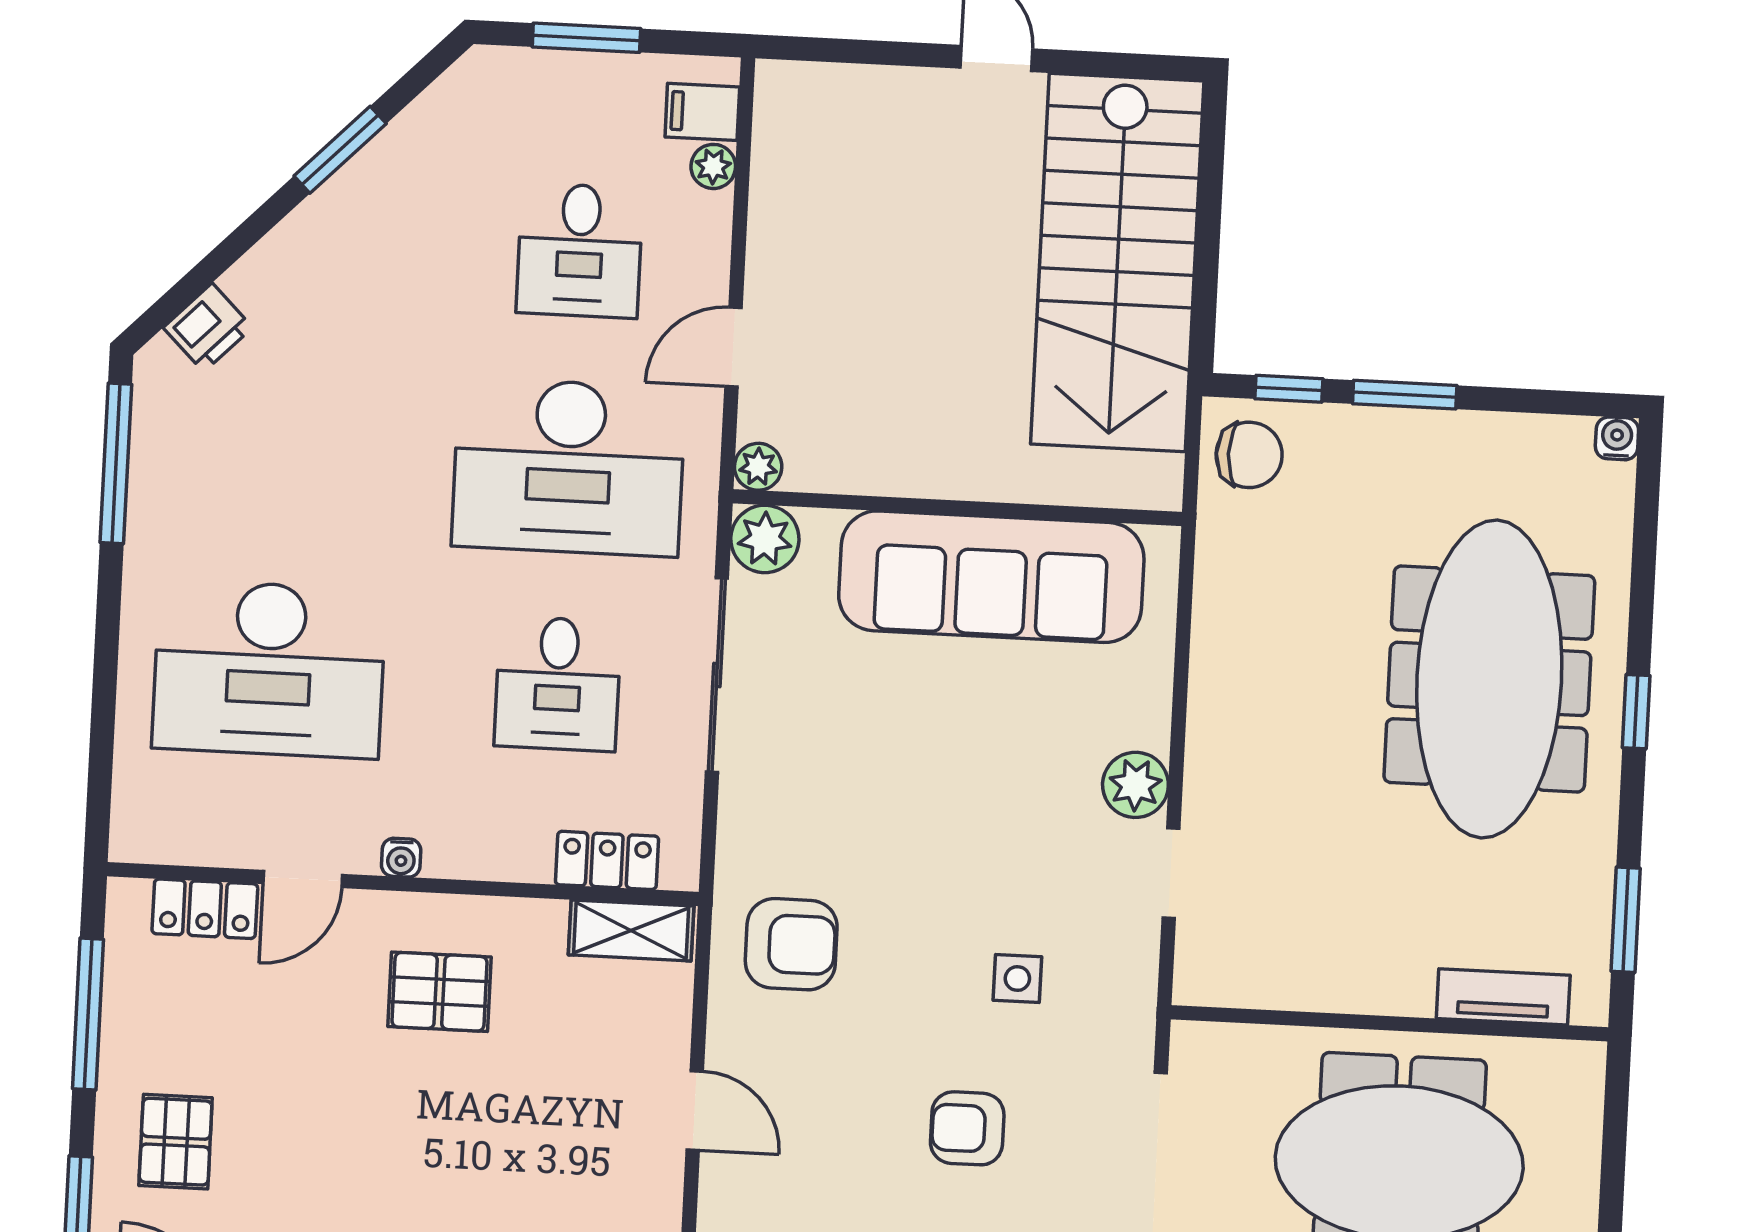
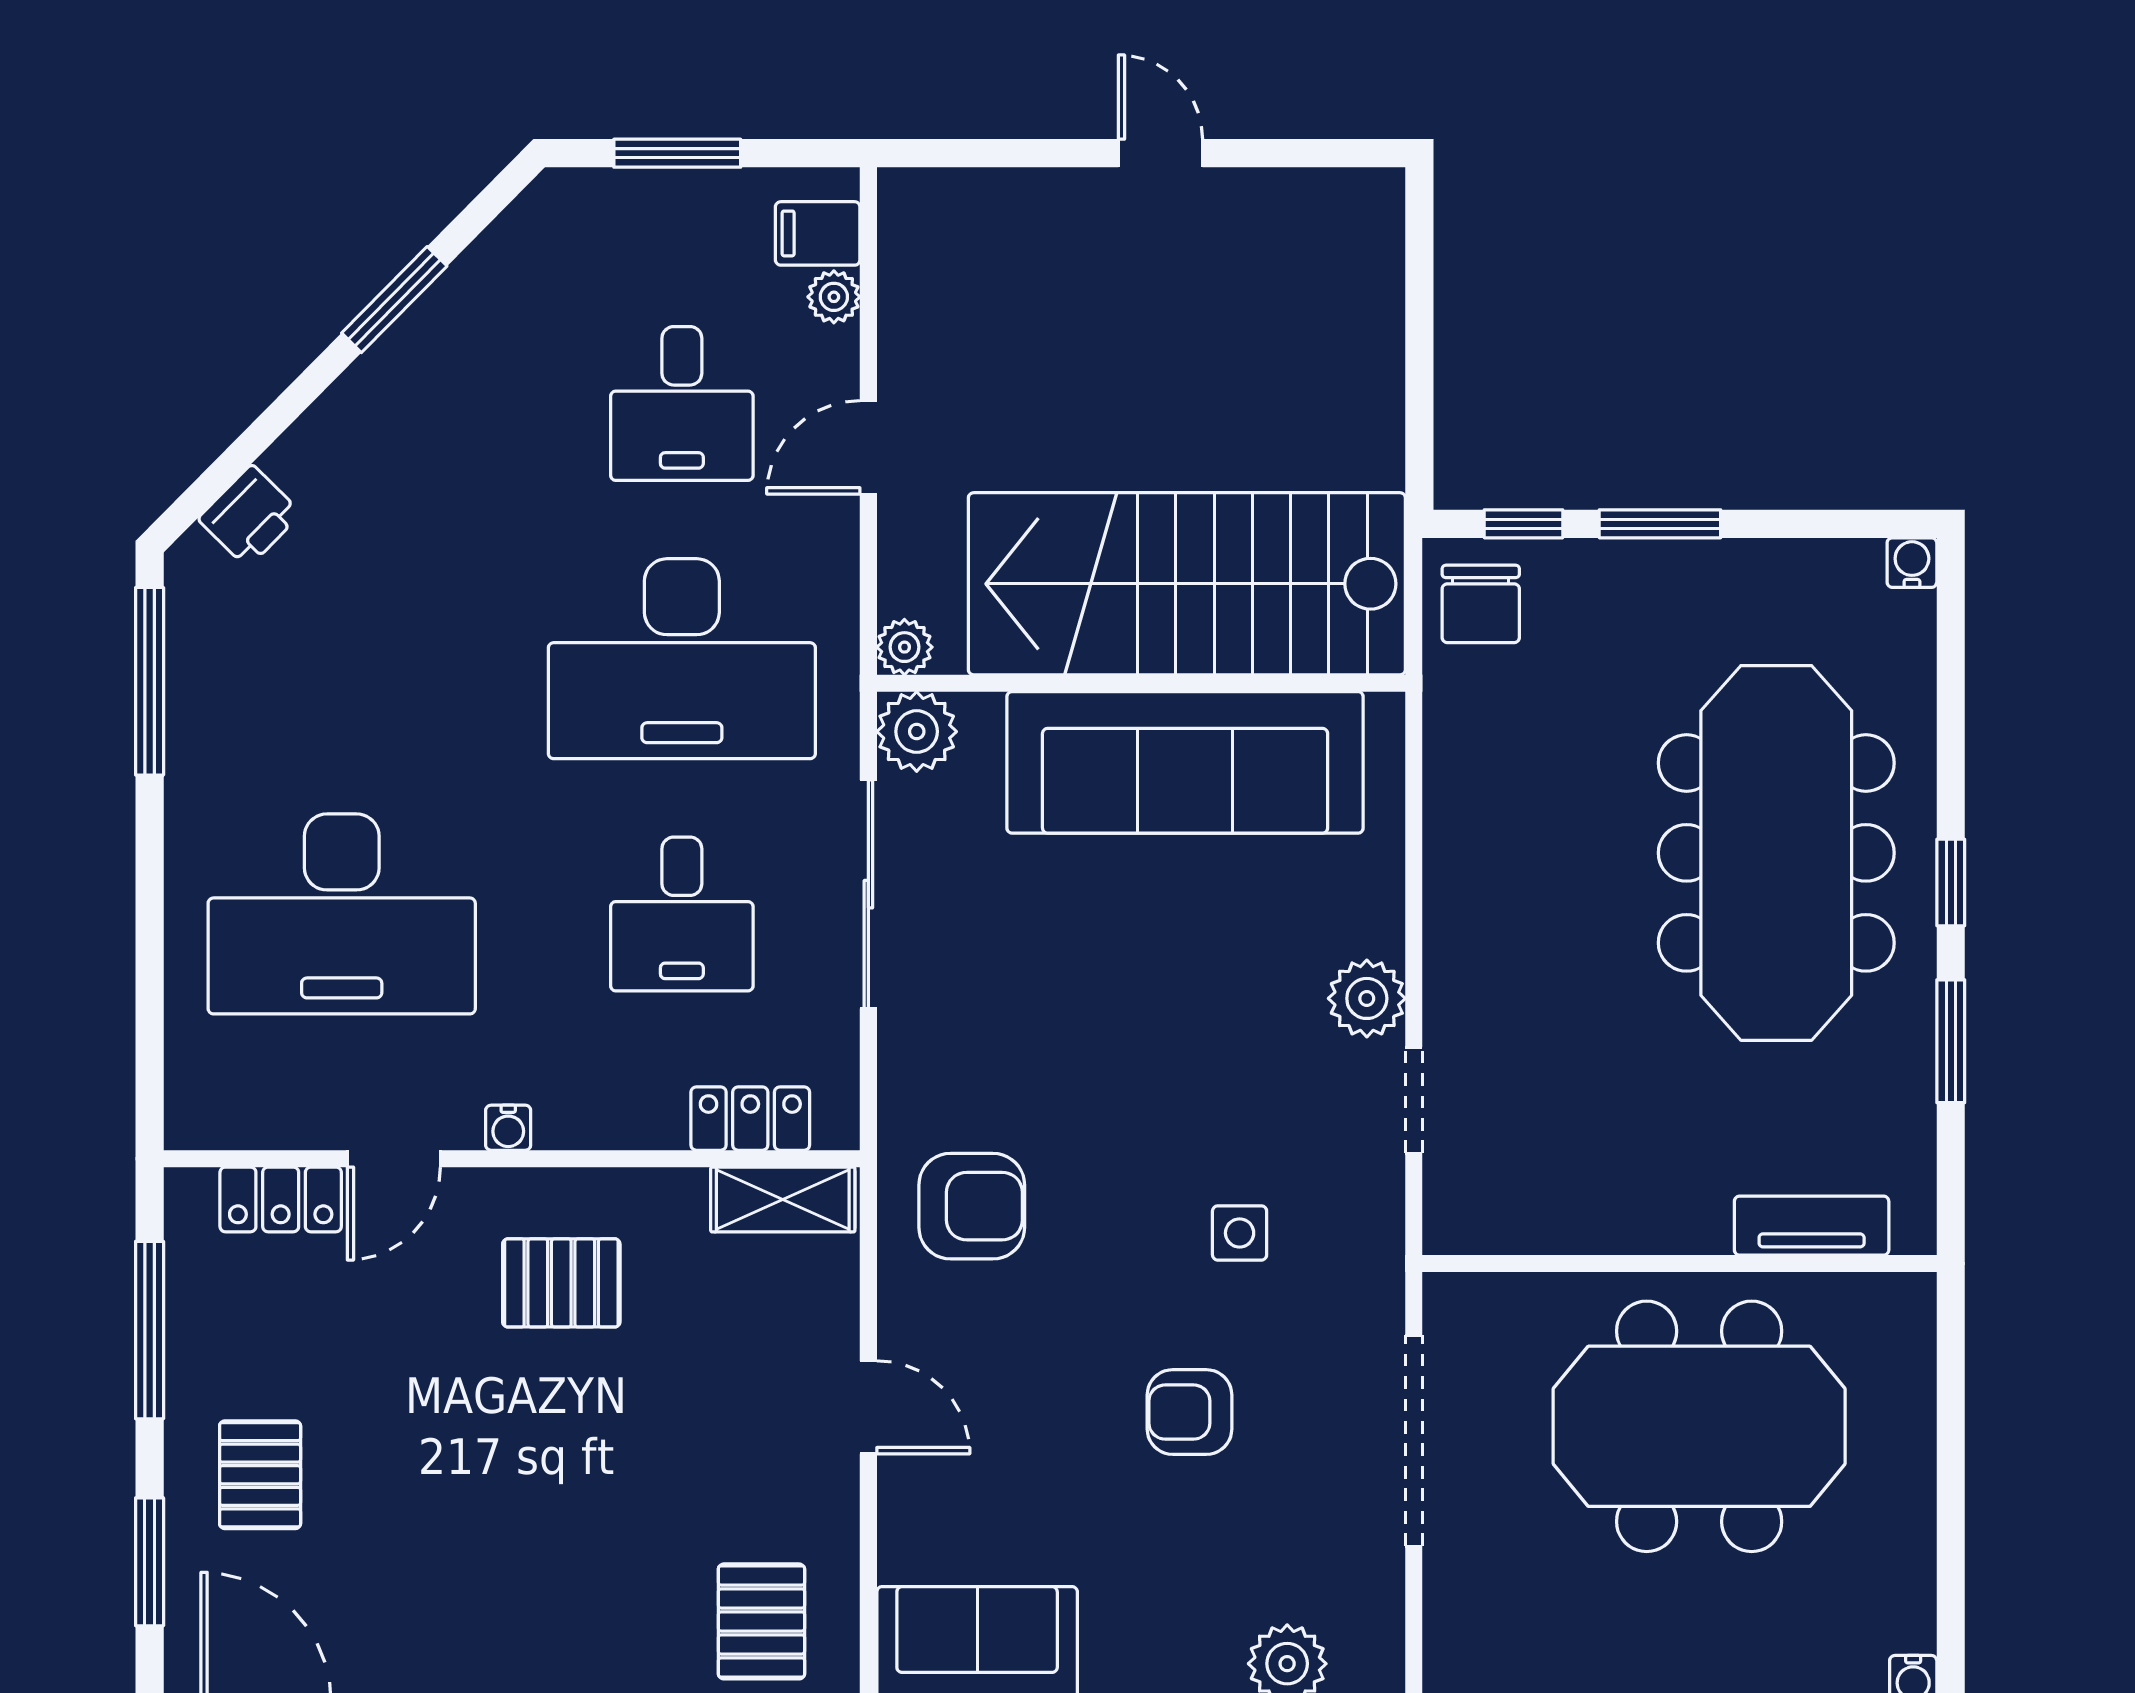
stairs: (1117, 263) -> (1187, 584), moved, turned 90
door: (733, 347) -> (868, 447), moved
chair: (1249, 455) -> (1481, 604), turned 90
window: (1626, 920) -> (1951, 1041), moved

